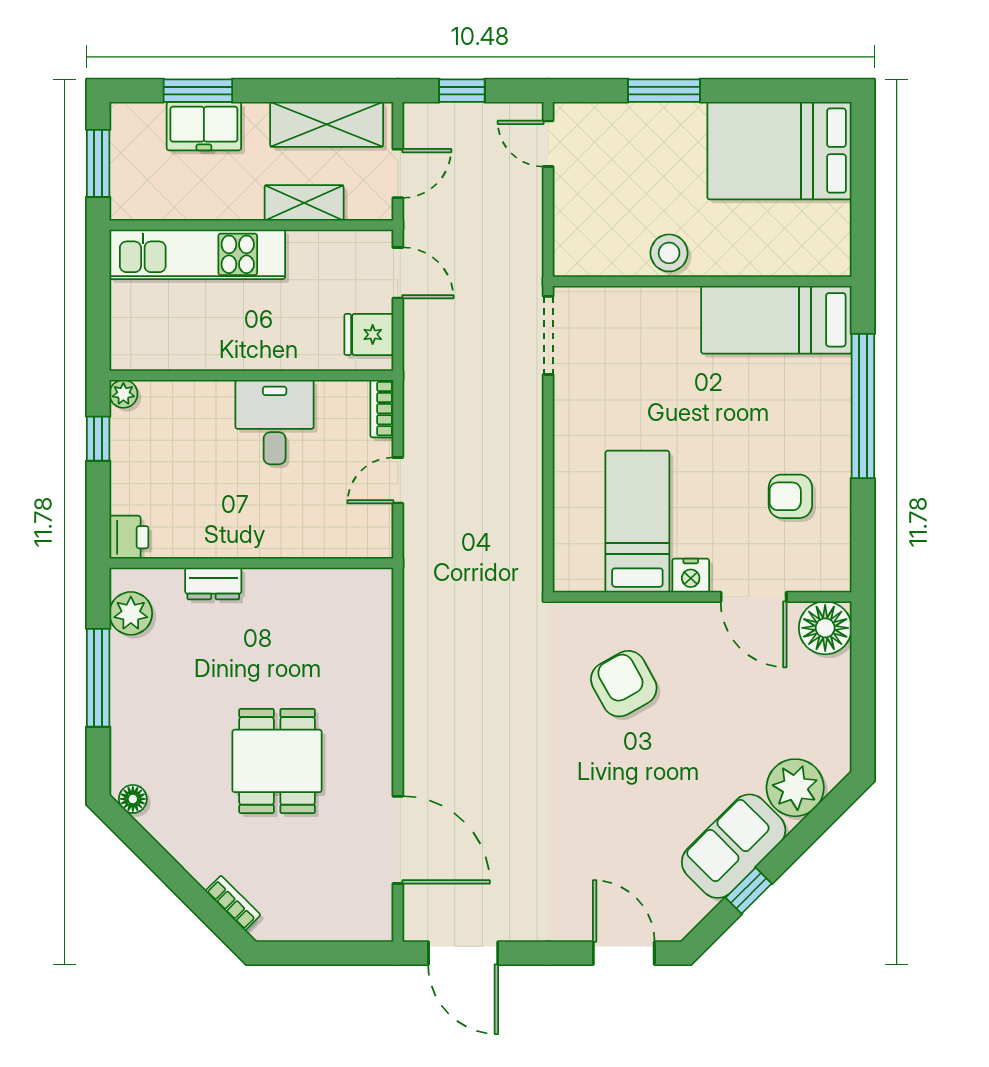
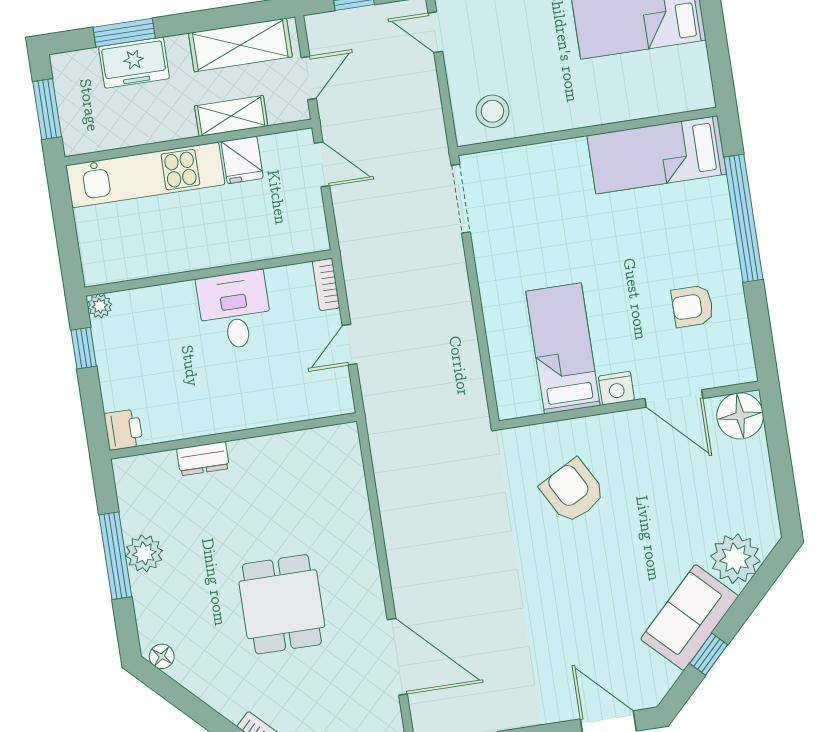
stool: (669, 253) -> (492, 111), moved
fridge: (369, 334) -> (242, 160), moved, turned -90
plant: (131, 613) -> (144, 553), moved

